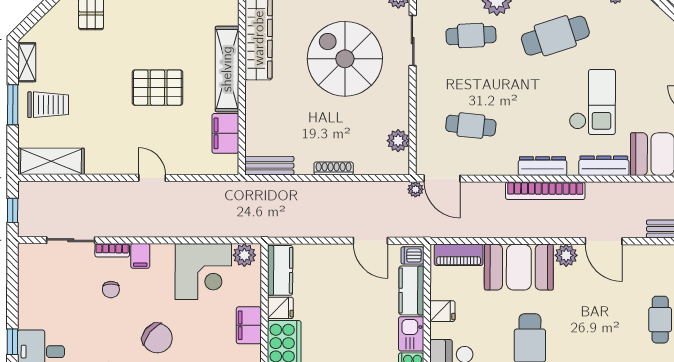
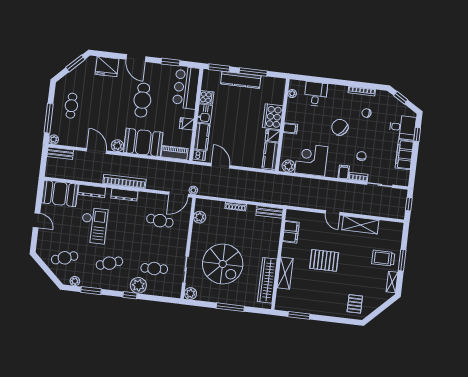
cafe table: (555, 36) -> (109, 263), width x0.73, depth x0.74
cafe table: (640, 36) -> (65, 258), added
shelving: (227, 69) -> (285, 273), width x0.68
checkout: (592, 102) -> (94, 226), turned 180
shelving: (51, 161) -> (360, 225), moved
door: (442, 178) -> (179, 194), swing flipped
filing cabinet: (32, 301) -> (404, 155), added
filing cabinet: (249, 325) -> (290, 128), width x0.50

